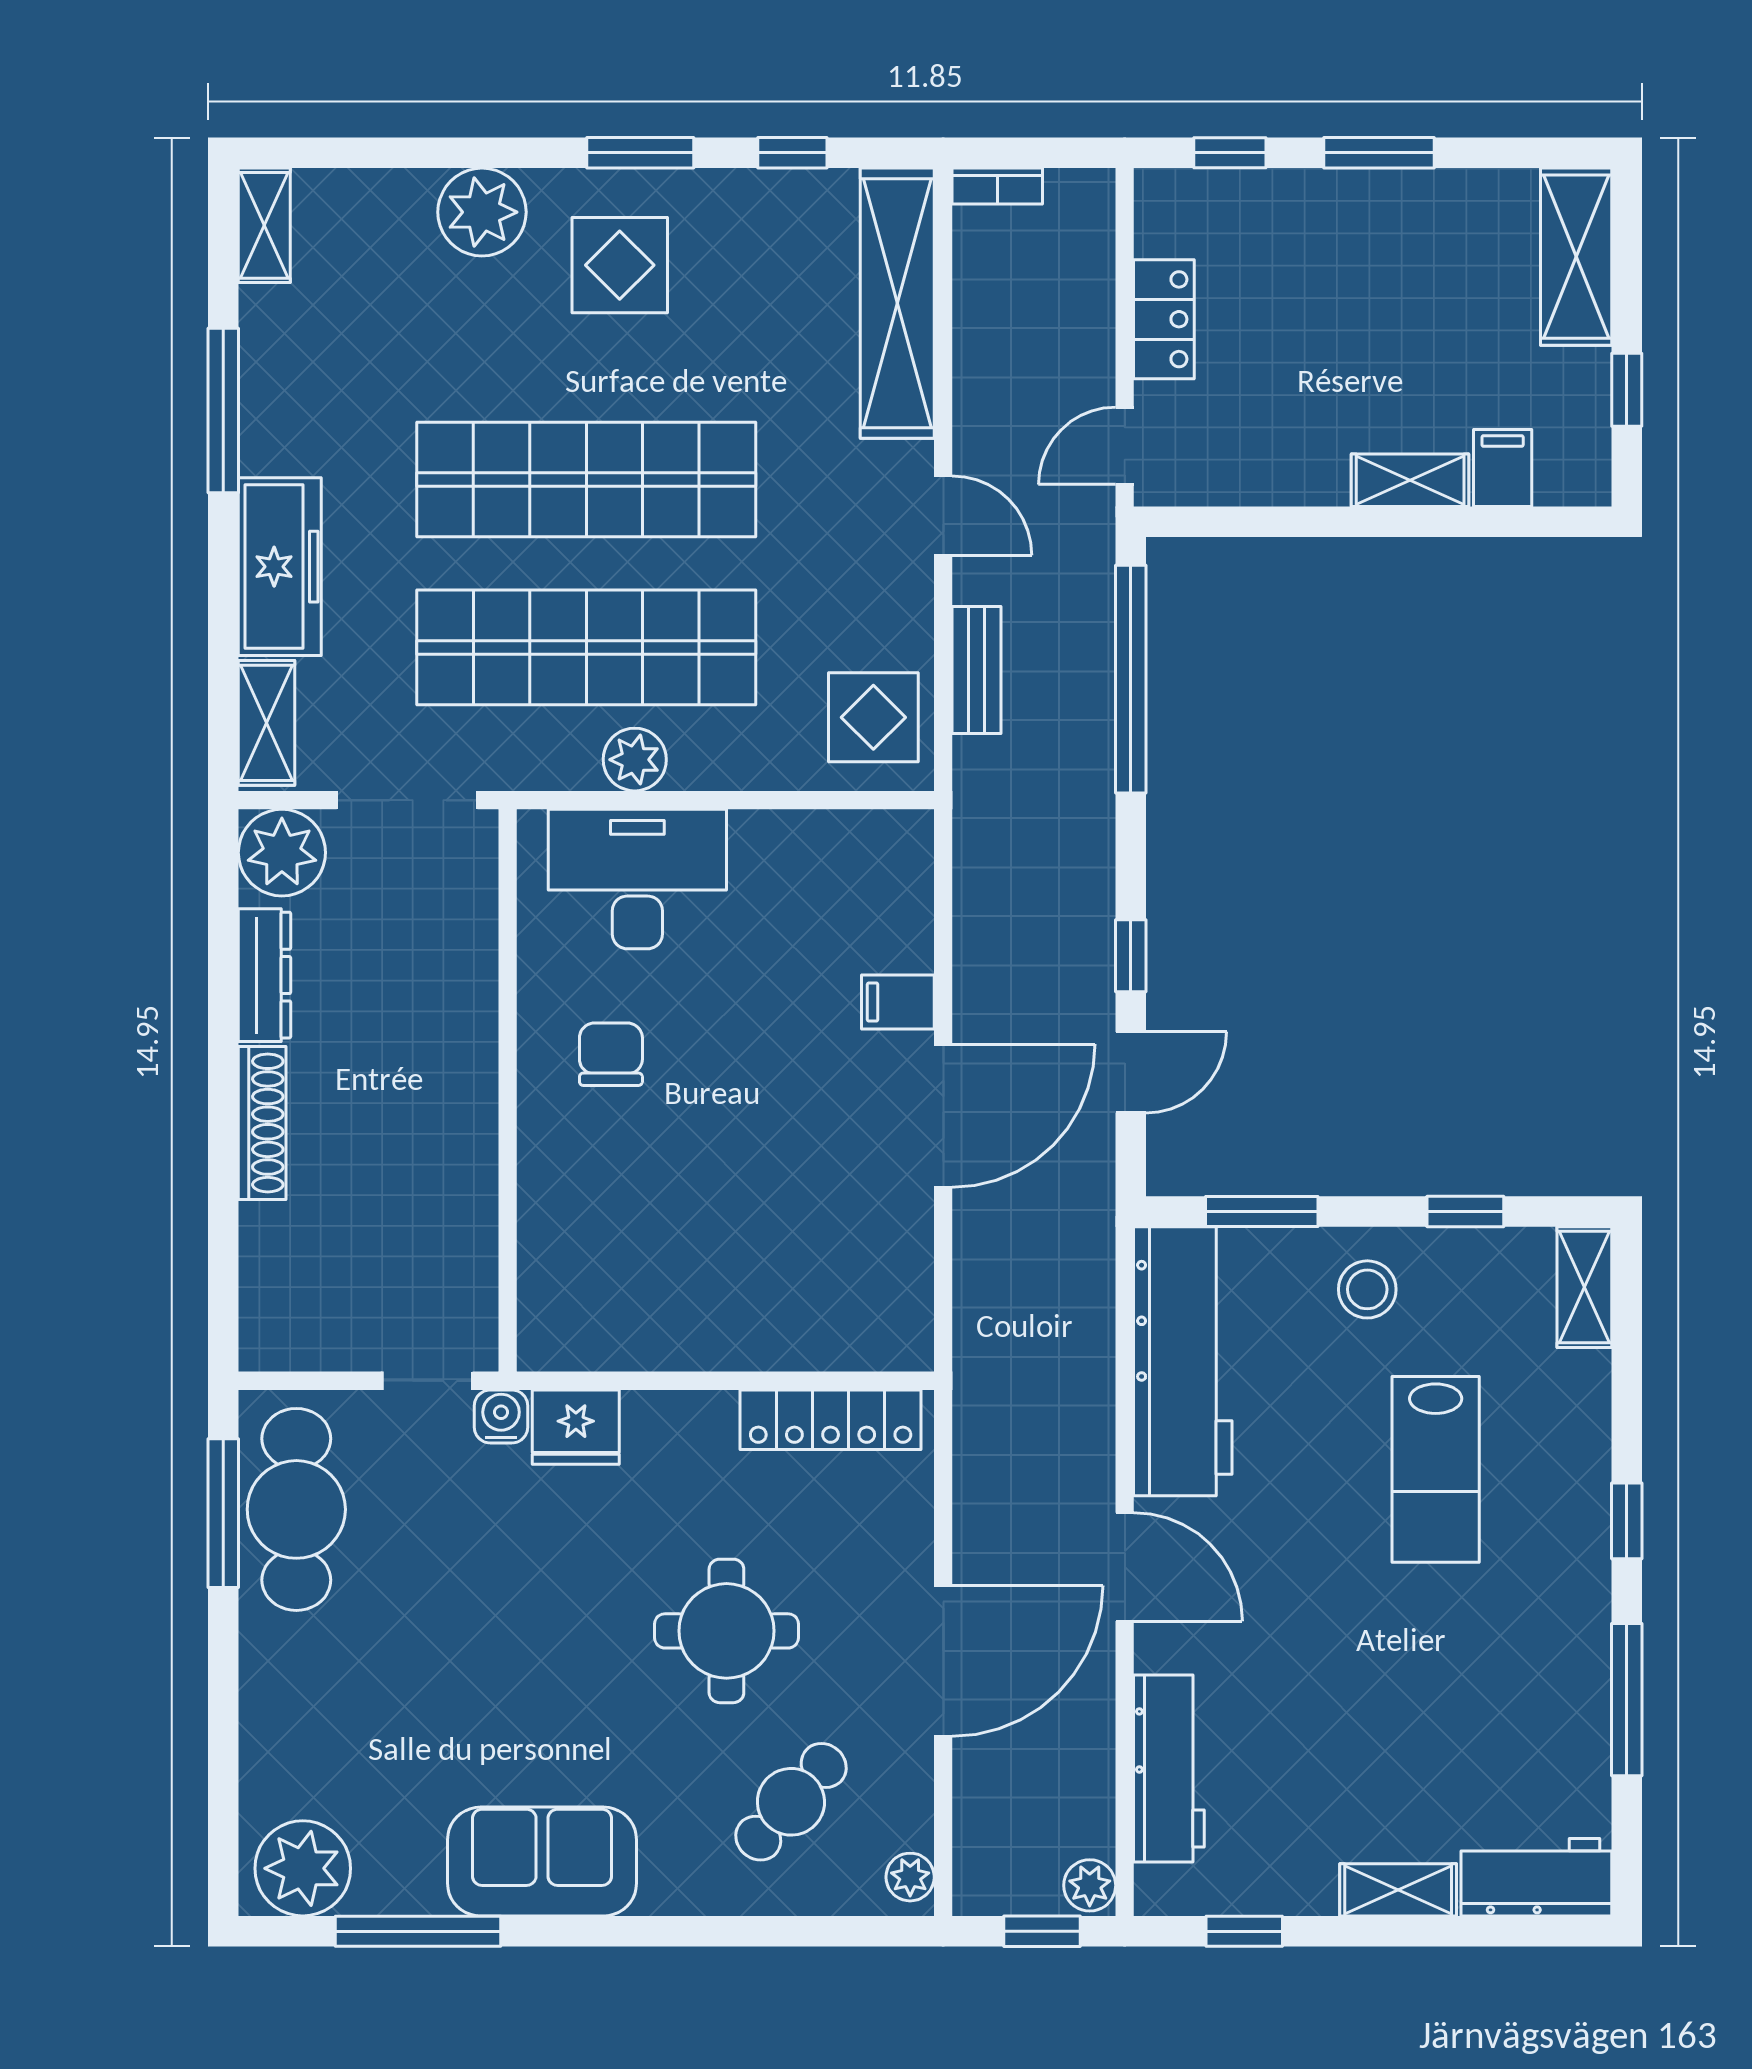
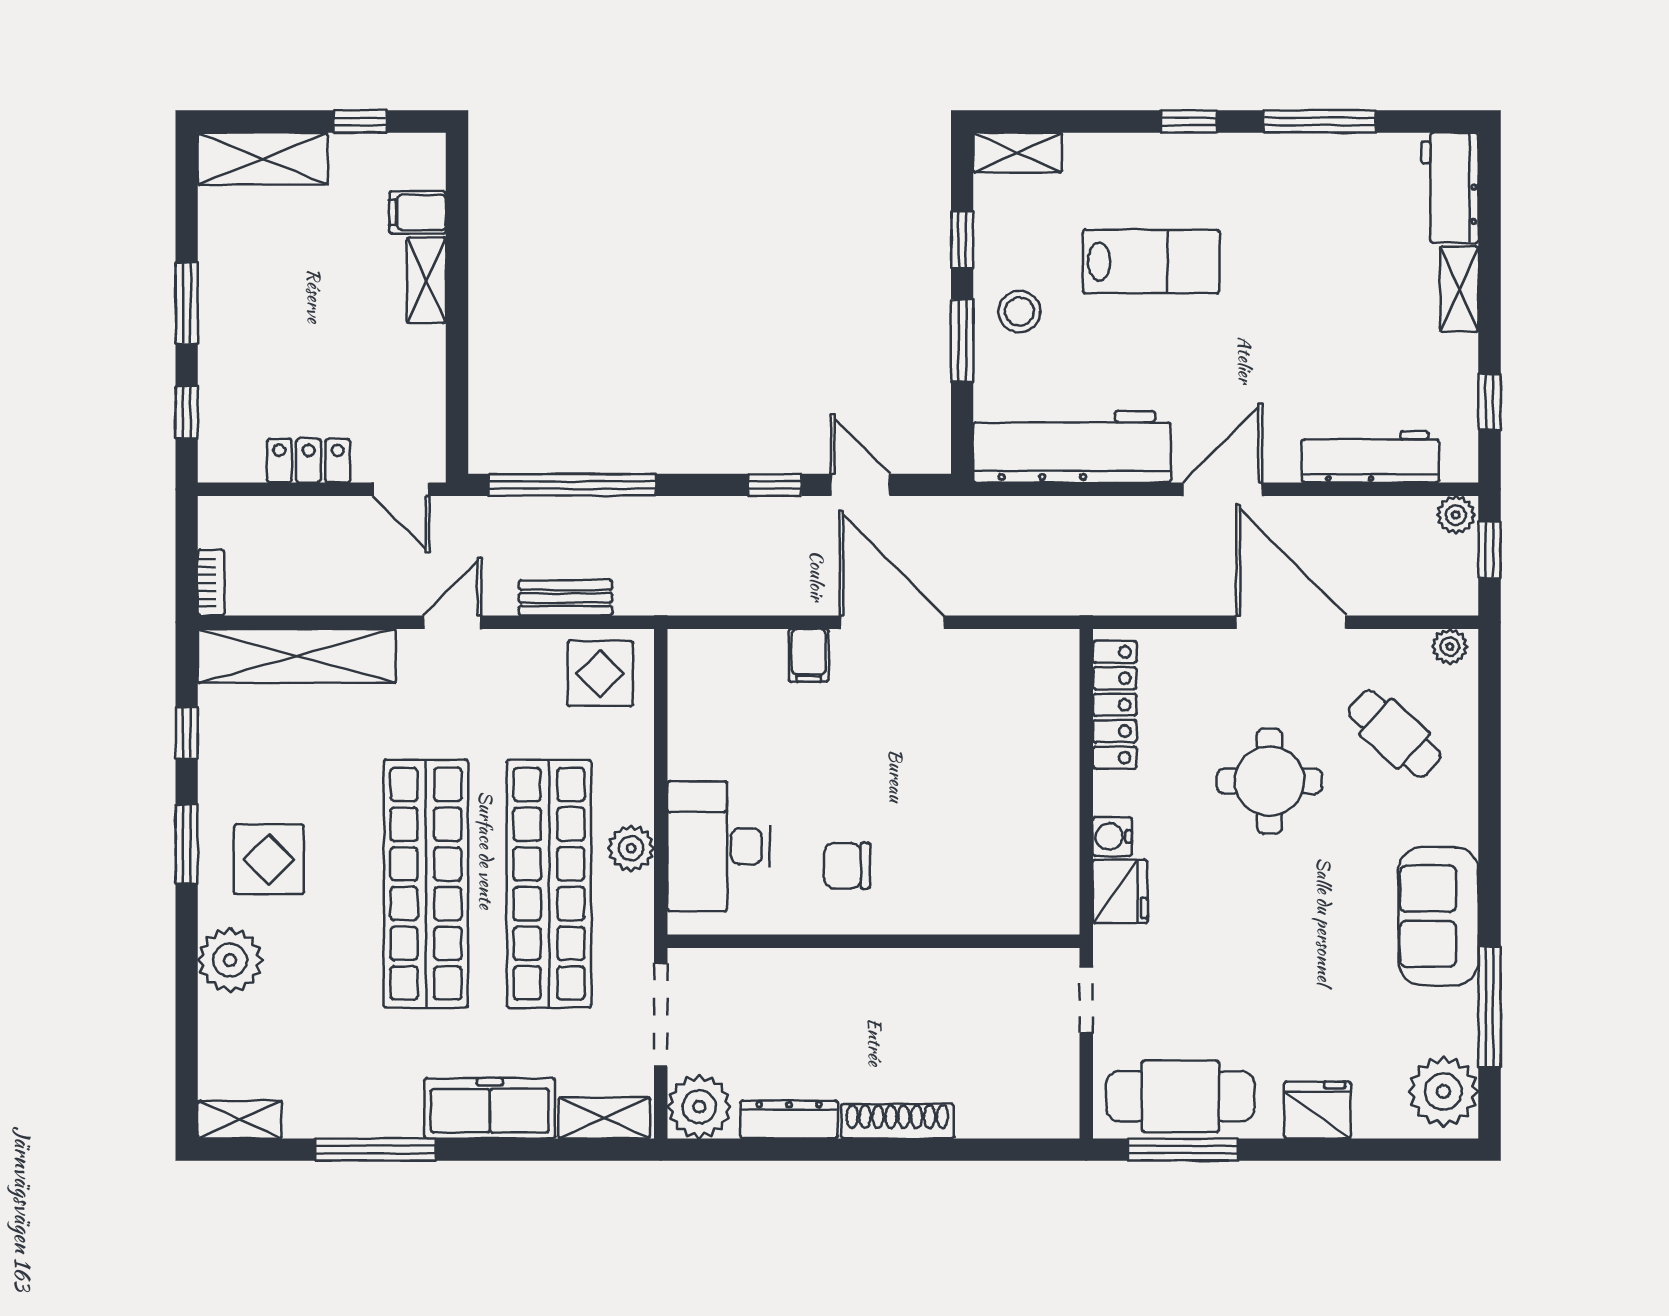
window: (1262, 1211) -> (962, 341), moved
water cooler: (501, 1416) -> (1112, 837), moved
fridge: (277, 1696) -> (1317, 1110), added

